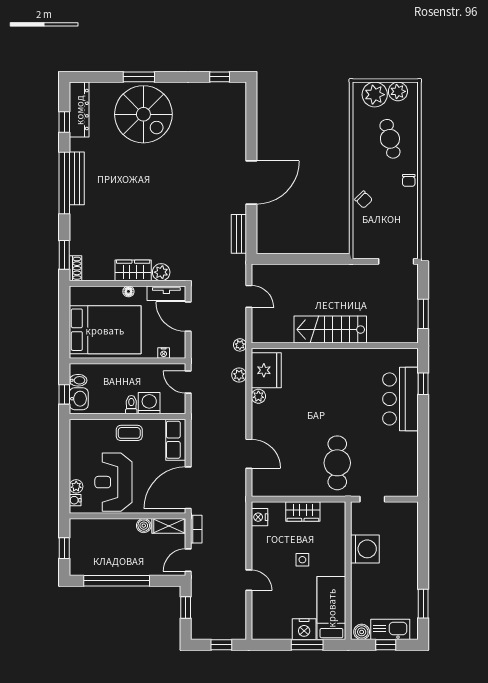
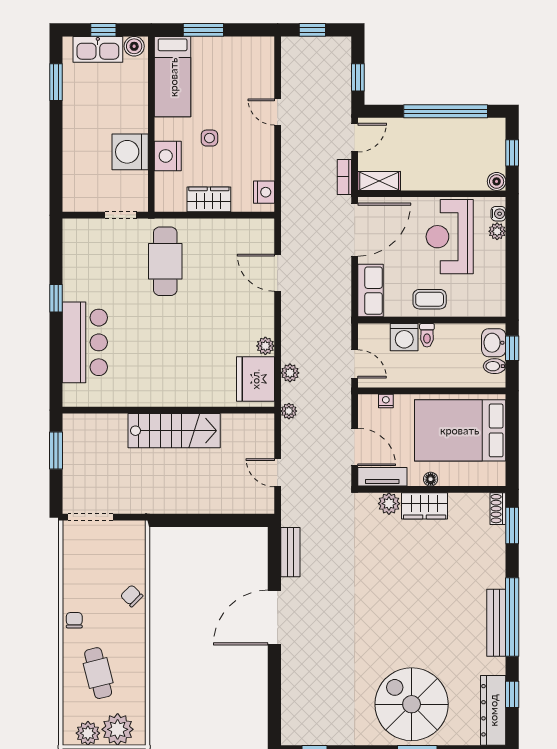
window: (423, 384) -> (56, 298), moved
reception desk: (113, 482) -> (450, 237), turned 180
boiler: (144, 526) -> (497, 181), moved
nightstand: (304, 629) -> (168, 156), moved, turned -90

